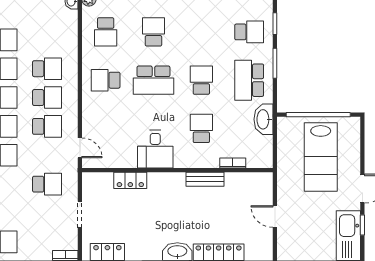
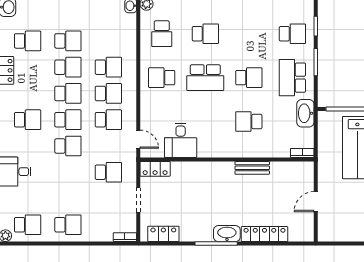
school desk: (153, 32) -> (205, 34), turned 90
school desk: (201, 80) -> (249, 78), turned 90
school desk: (201, 128) -> (249, 122), turned -90
desk: (155, 149) -> (181, 140), moved
bookcase: (233, 163) -> (302, 153), moved
locker: (130, 180) -> (155, 169), moved
door: (275, 217) -> (316, 202), hinge flipped

